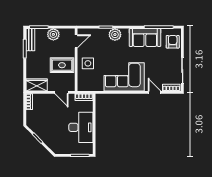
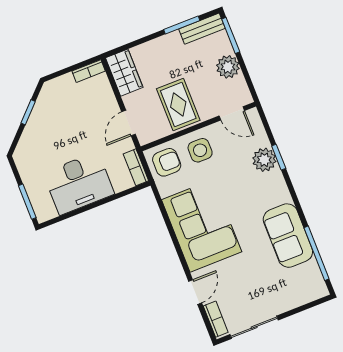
plant: (115, 35) -> (264, 160), moved
armchair: (173, 42) -> (167, 162), moved

